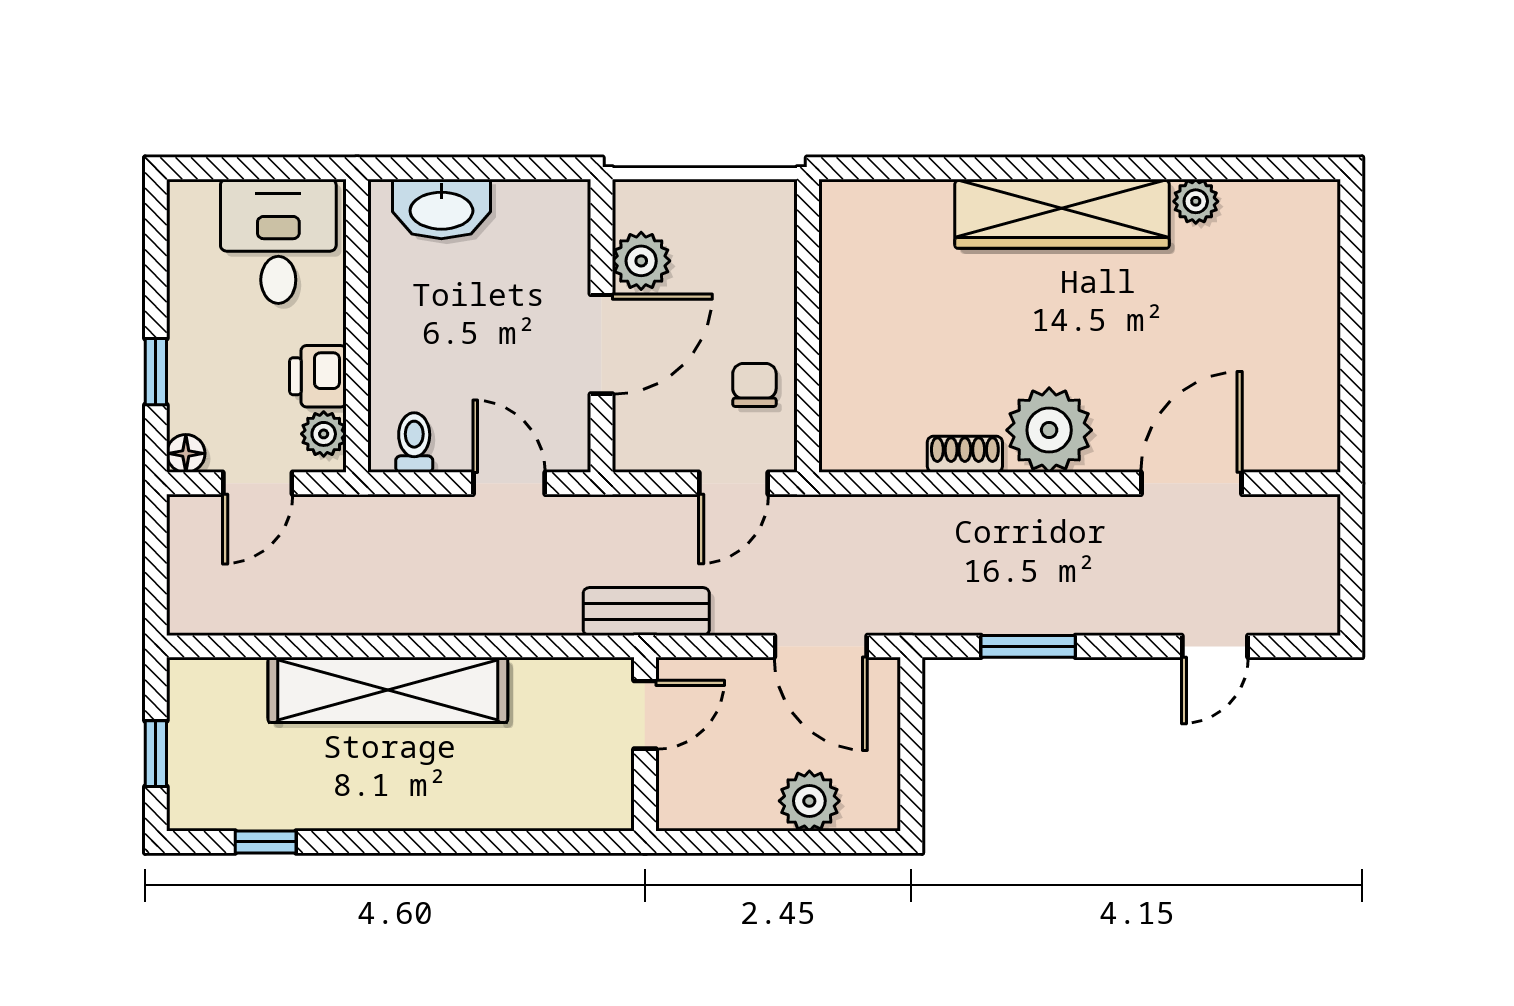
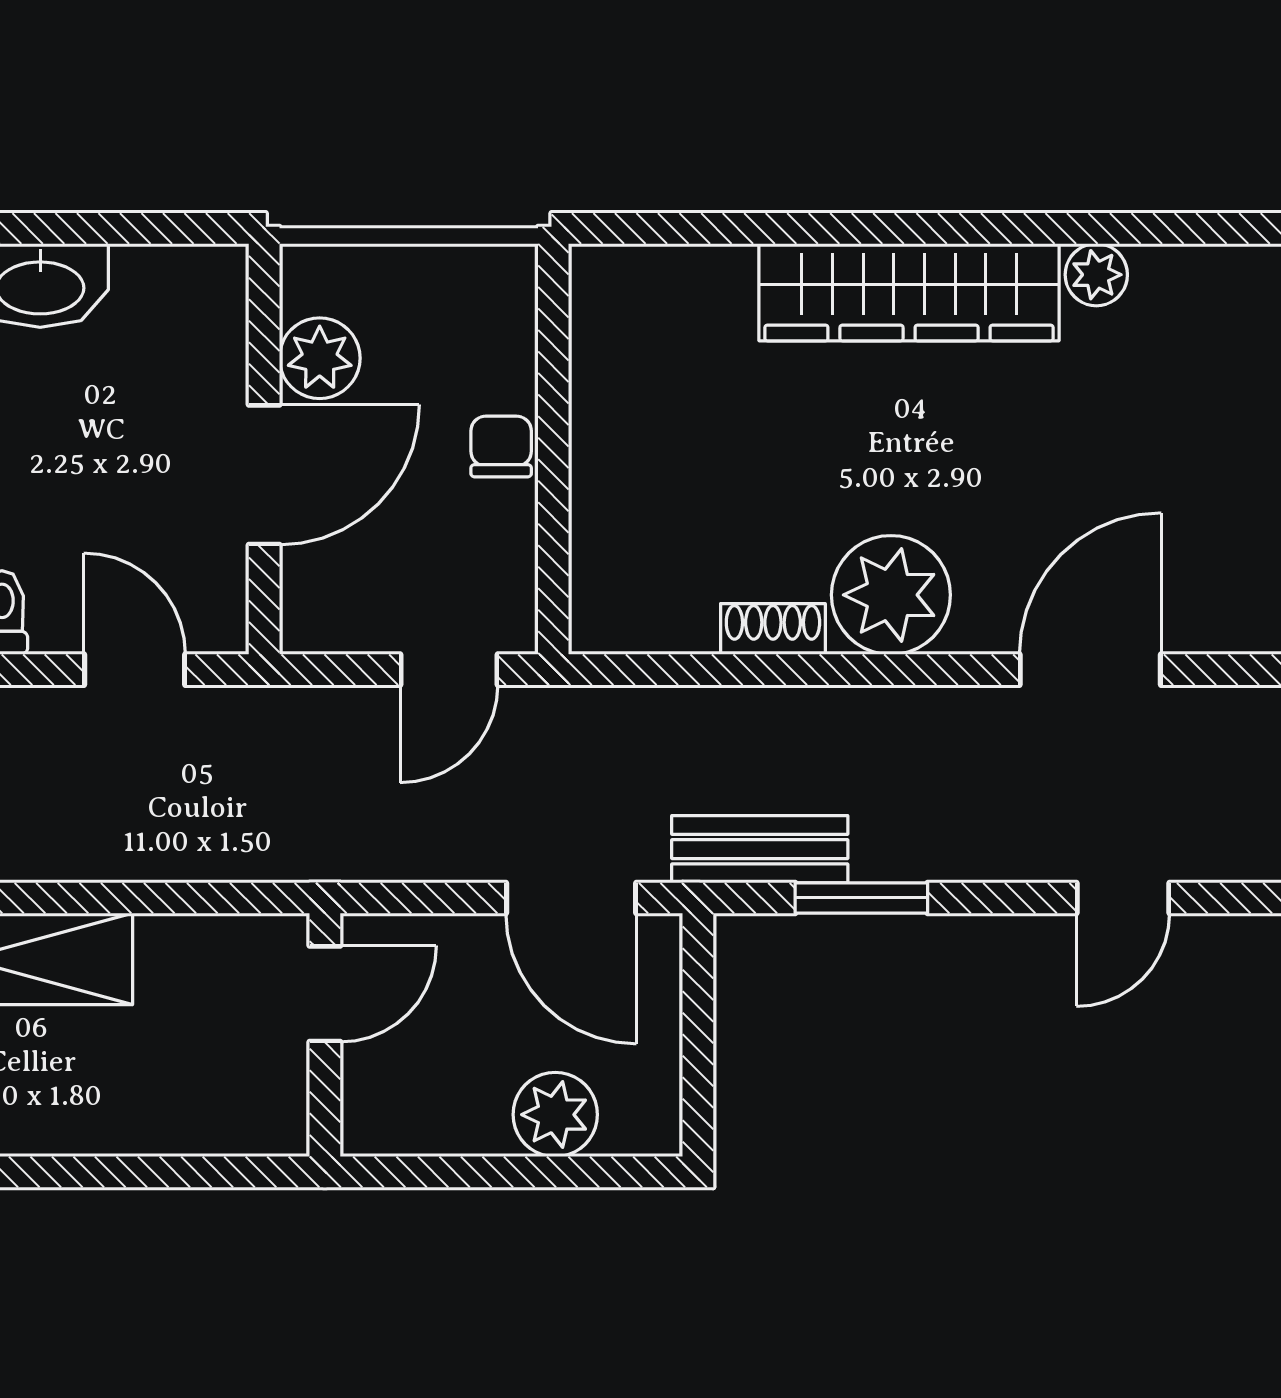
chair: (754, 385) -> (501, 447), moved
bench: (646, 611) -> (760, 849), moved

